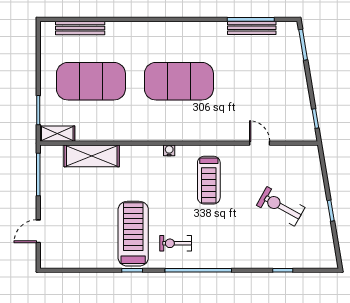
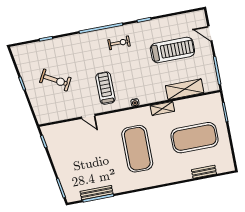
bench: (80, 28) -> (204, 172), width x0.73
exercise mat: (179, 81) -> (137, 149), turned 90
shelving: (57, 134) -> (162, 109), moved
door: (260, 143) -> (88, 116), moved
door: (38, 231) -> (210, 33), swing flipped
treadmill: (133, 234) -> (172, 50), moved, turned -90

